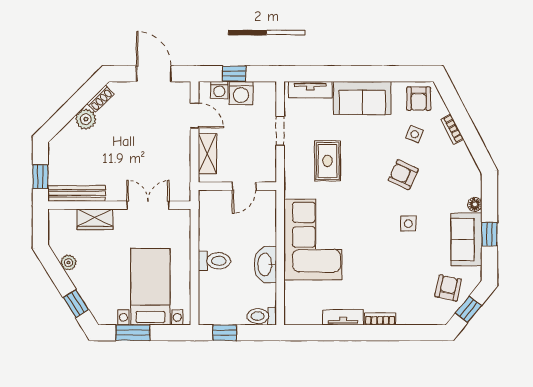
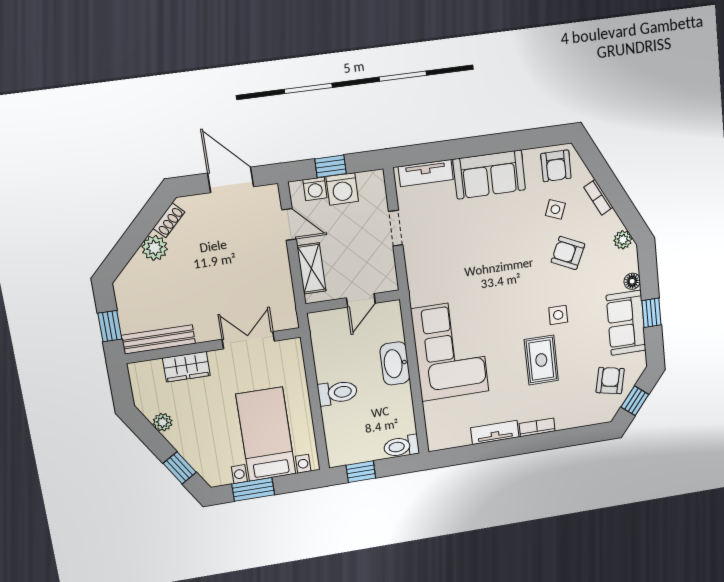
rug: (328, 161) -> (541, 360), moved
plant: (470, 168) -> (623, 240), added
armchair: (403, 175) -> (568, 253), moved
washbasin: (265, 265) -> (395, 363), moved

